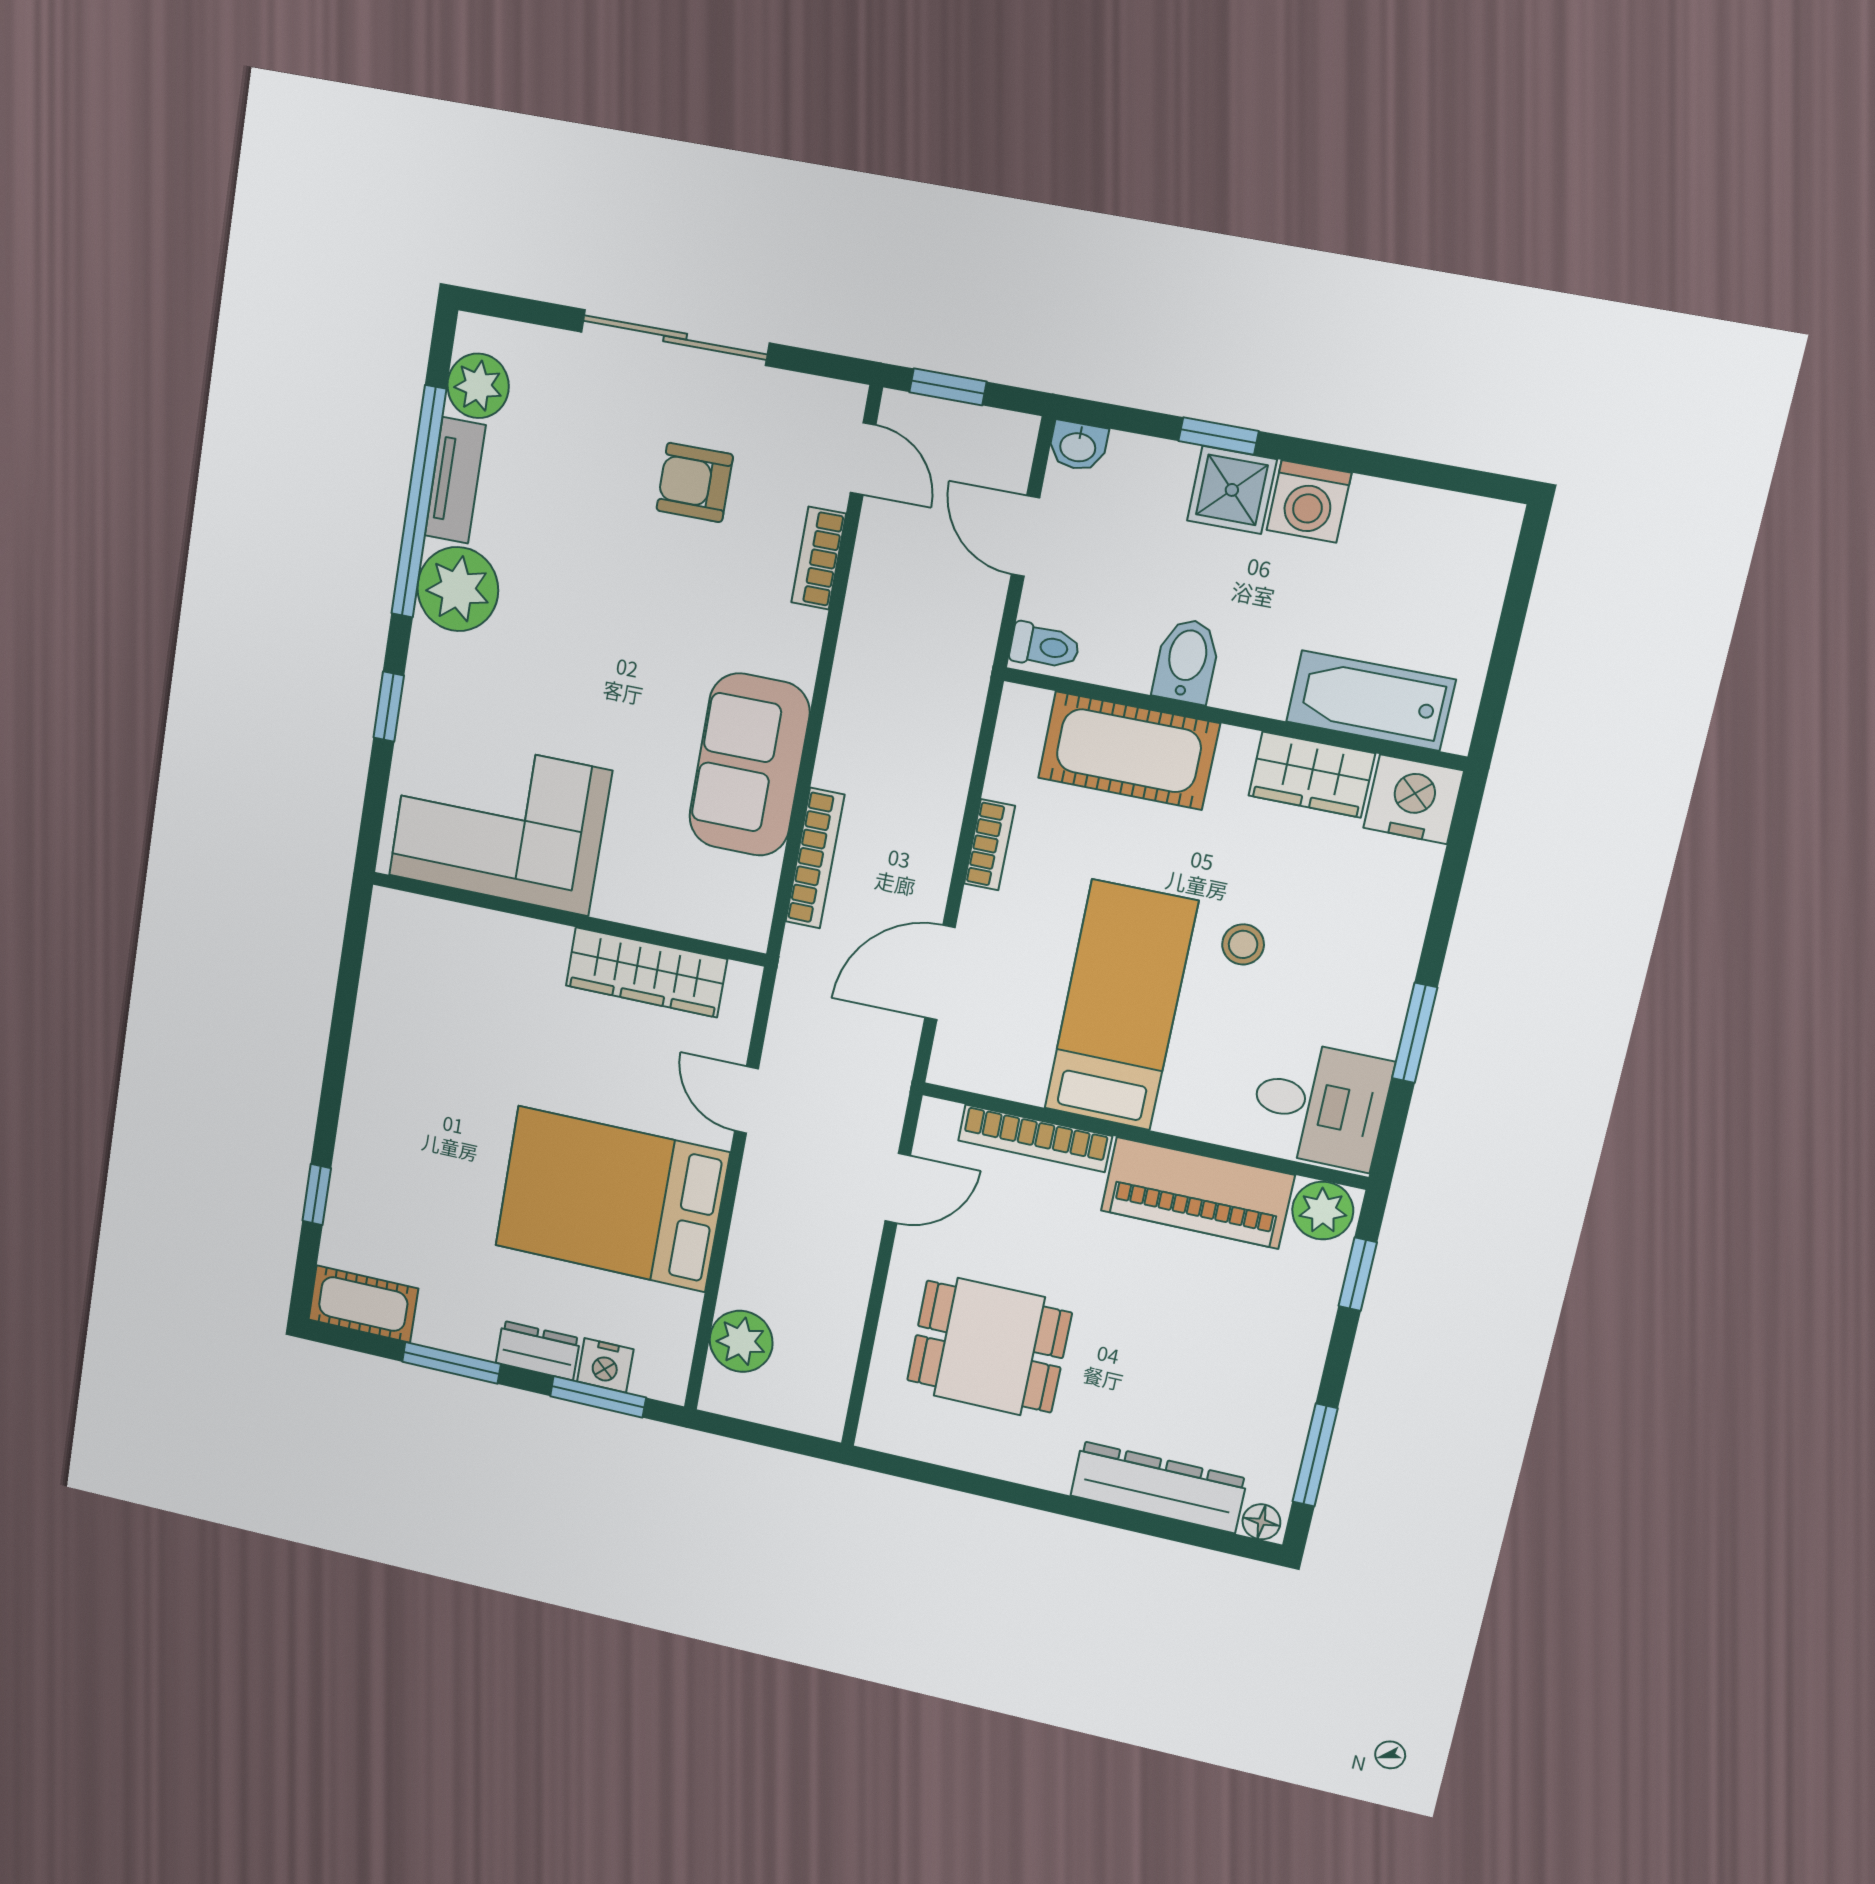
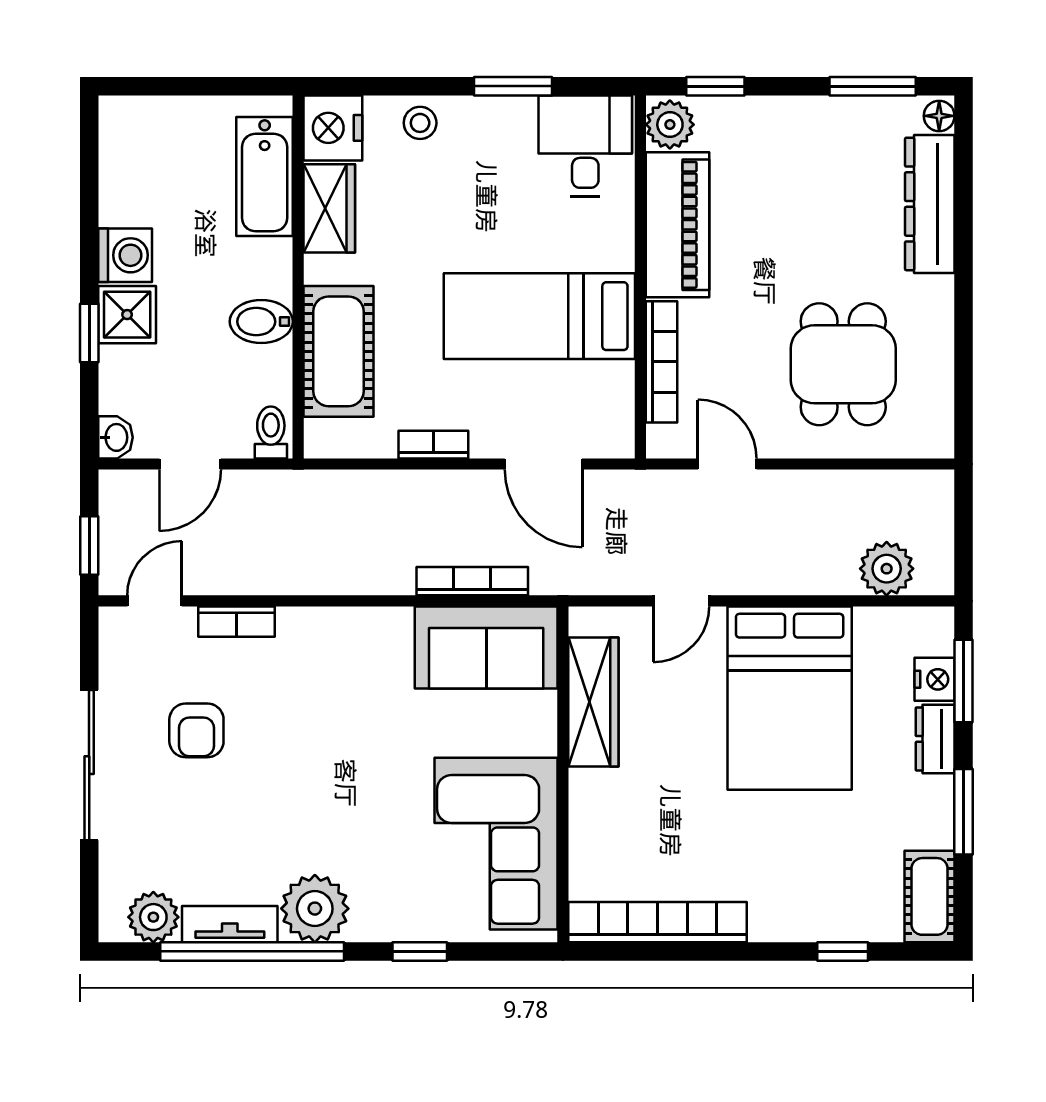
sofa: (749, 765) -> (486, 648), moved
stool: (1243, 944) -> (420, 123), moved
bookcase: (381, 993) -> (657, 922), added

